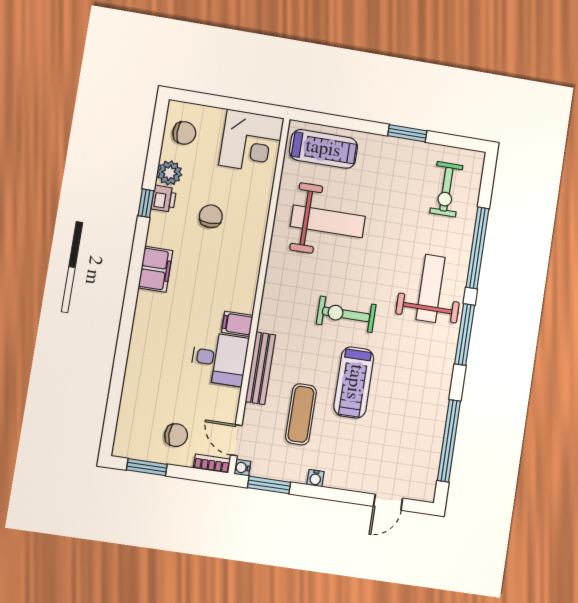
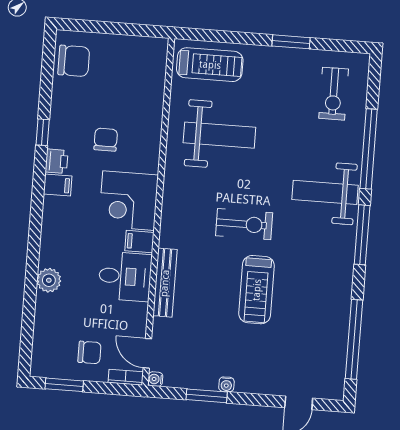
chair: (184, 133) -> (74, 61), width x1.37, depth x1.37
corner desk: (251, 142) -> (128, 201), moved, turned 90
plant: (170, 173) -> (49, 280), moved
printer: (164, 199) -> (56, 161), moved
filing cabinet: (155, 269) -> (58, 185), width x0.50
weight bench: (431, 288) -> (325, 192), turned -90
exercise bike: (346, 314) -> (244, 224), turned 180
exercise mat: (301, 414) -> (208, 324), removed
window: (269, 485) -> (207, 396), moved

